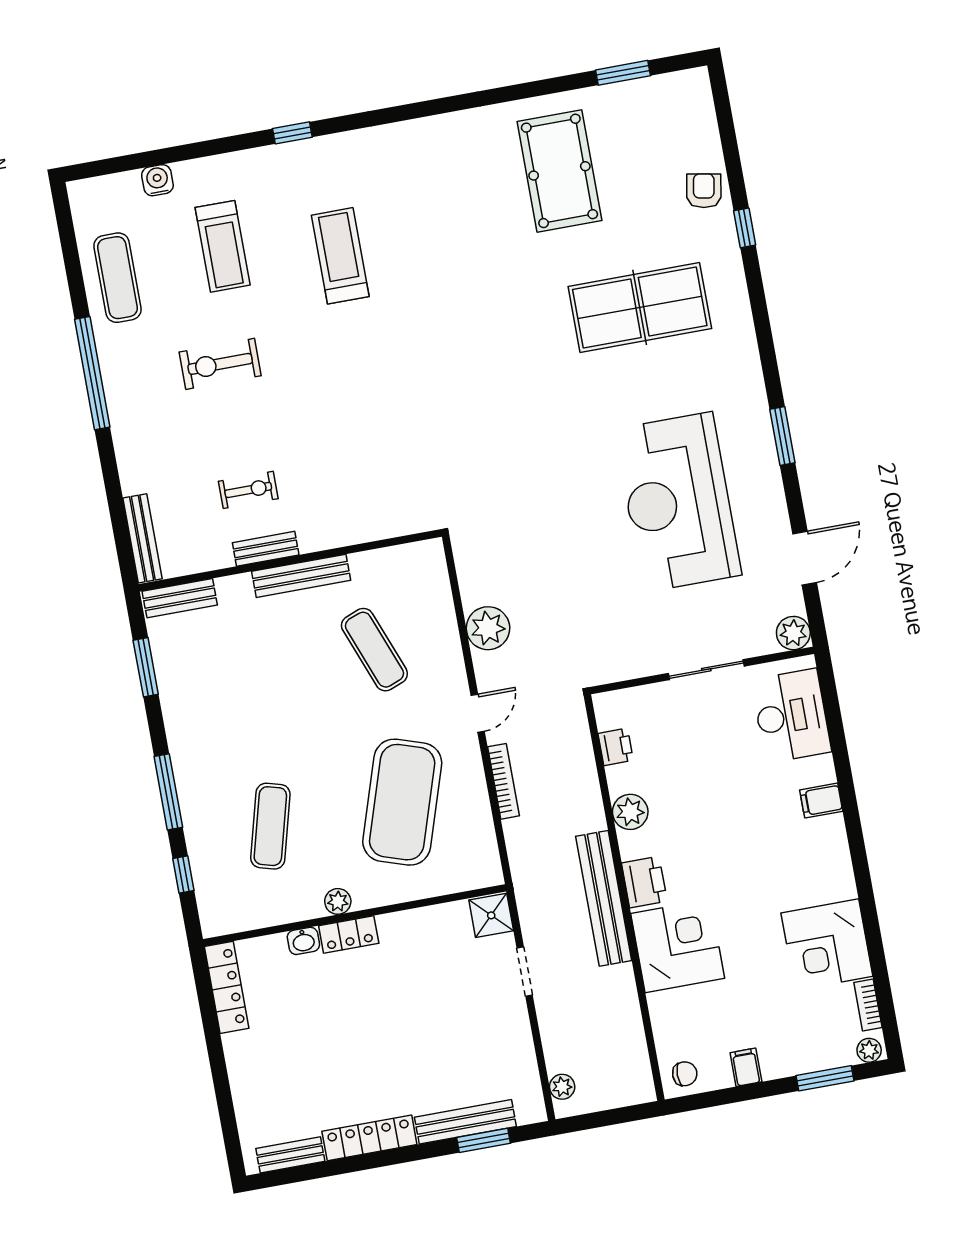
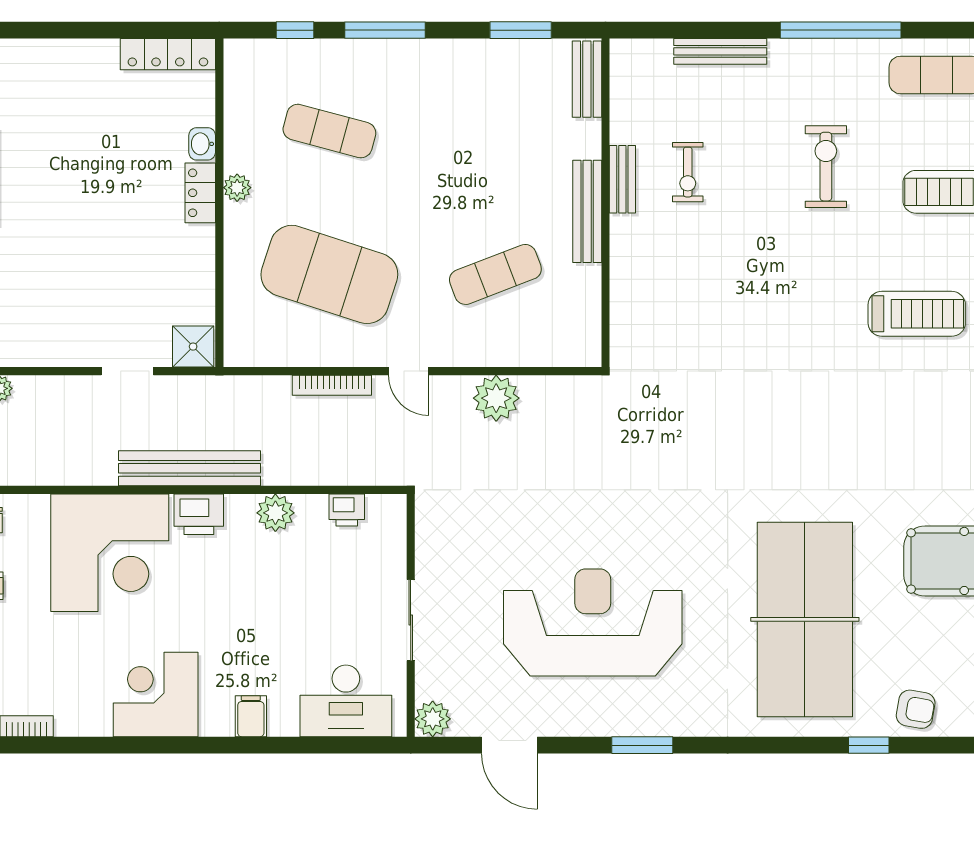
table tennis table: (640, 307) -> (805, 619), width x1.36, depth x1.32
bench: (142, 538) -> (720, 51), moved
corner desk: (827, 945) -> (156, 694), moved
corner desk: (678, 946) -> (110, 553), width x1.36, depth x1.36

